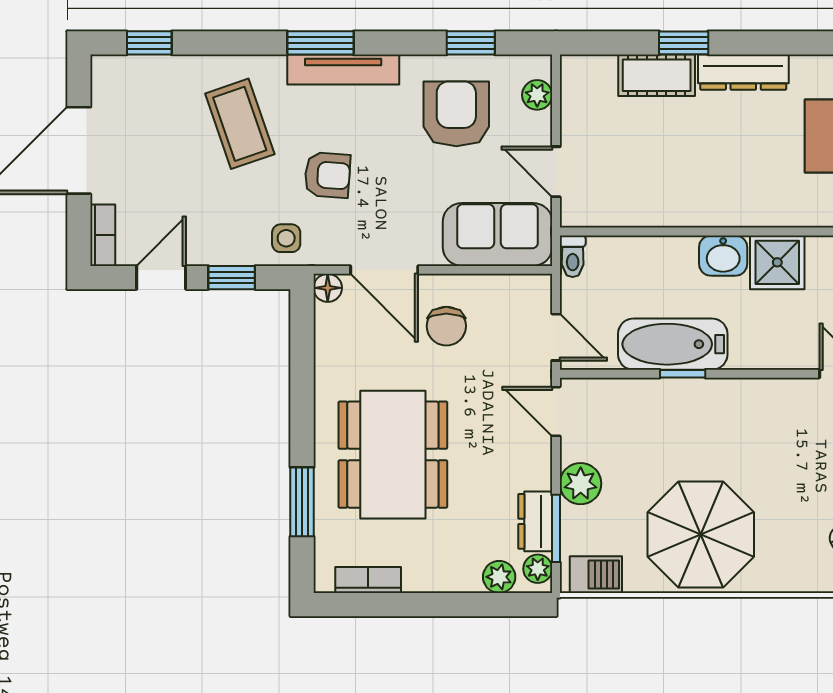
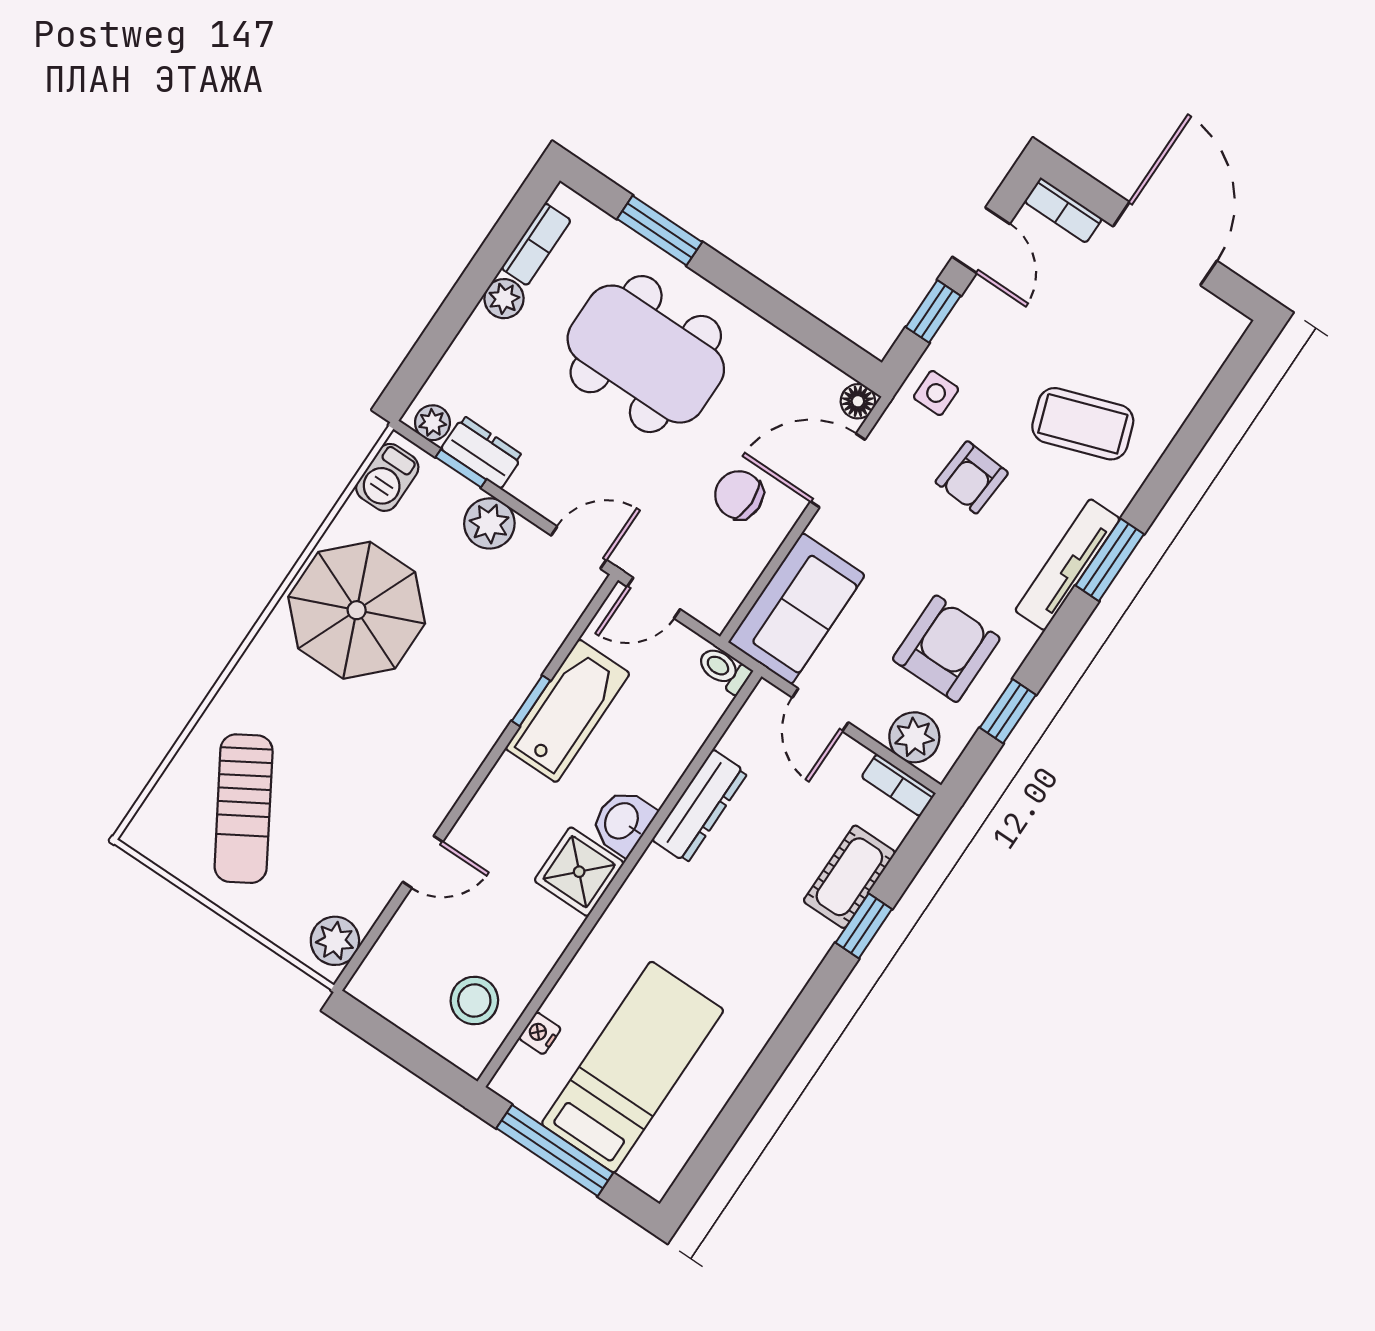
window: (149, 43) -> (1226, 387), removed
dresser: (743, 72) -> (700, 806), moved, turned 180
bookcase: (572, 84) -> (898, 785), added
plant: (537, 95) -> (914, 737), width x1.38, depth x1.38
armchair: (456, 114) -> (946, 649), turned -90
door: (556, 172) -> (820, 710), swing flipped
window: (556, 528) -> (461, 468), width x0.67
plant: (499, 577) -> (504, 299), moved

